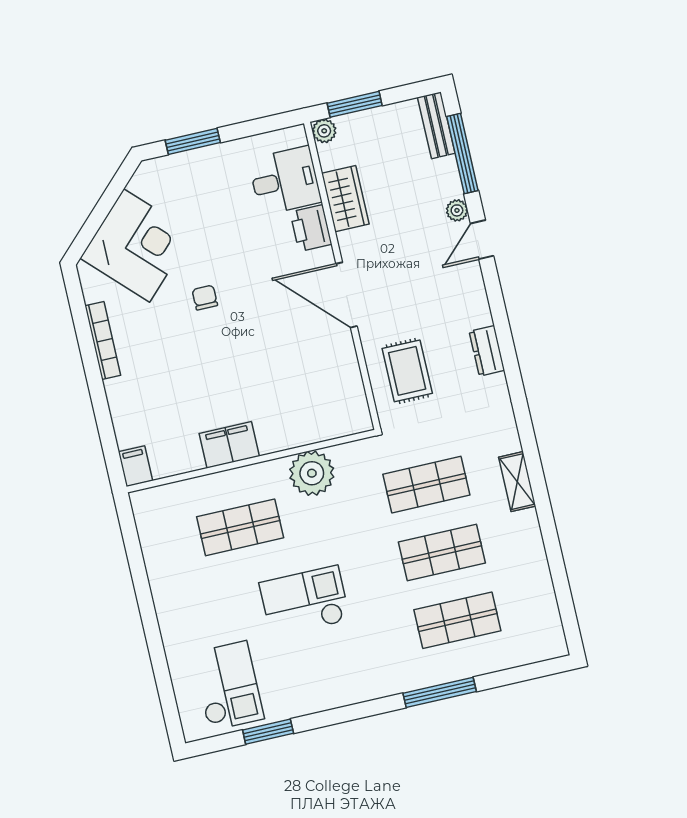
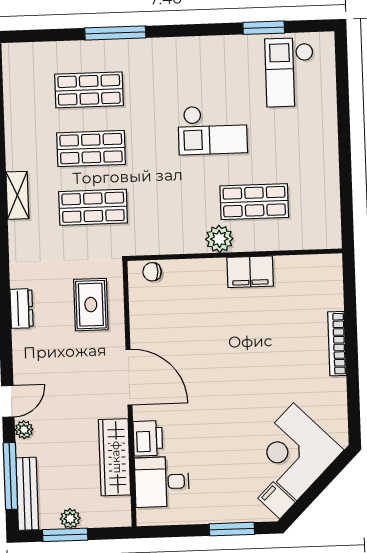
window: (355, 104) -> (65, 535), moved
bench: (436, 125) -> (27, 494), width x1.36
plant: (324, 131) -> (70, 519), moved
wardrobe: (345, 199) -> (115, 457), width x1.50
chair: (205, 298) -> (152, 272), moved, turned 90
bookcase: (103, 341) -> (337, 344), moved
filing cabinet: (135, 466) -> (276, 500), moved, turned 135
plant: (312, 473) -> (219, 239), moved, width x0.73, depth x0.73

